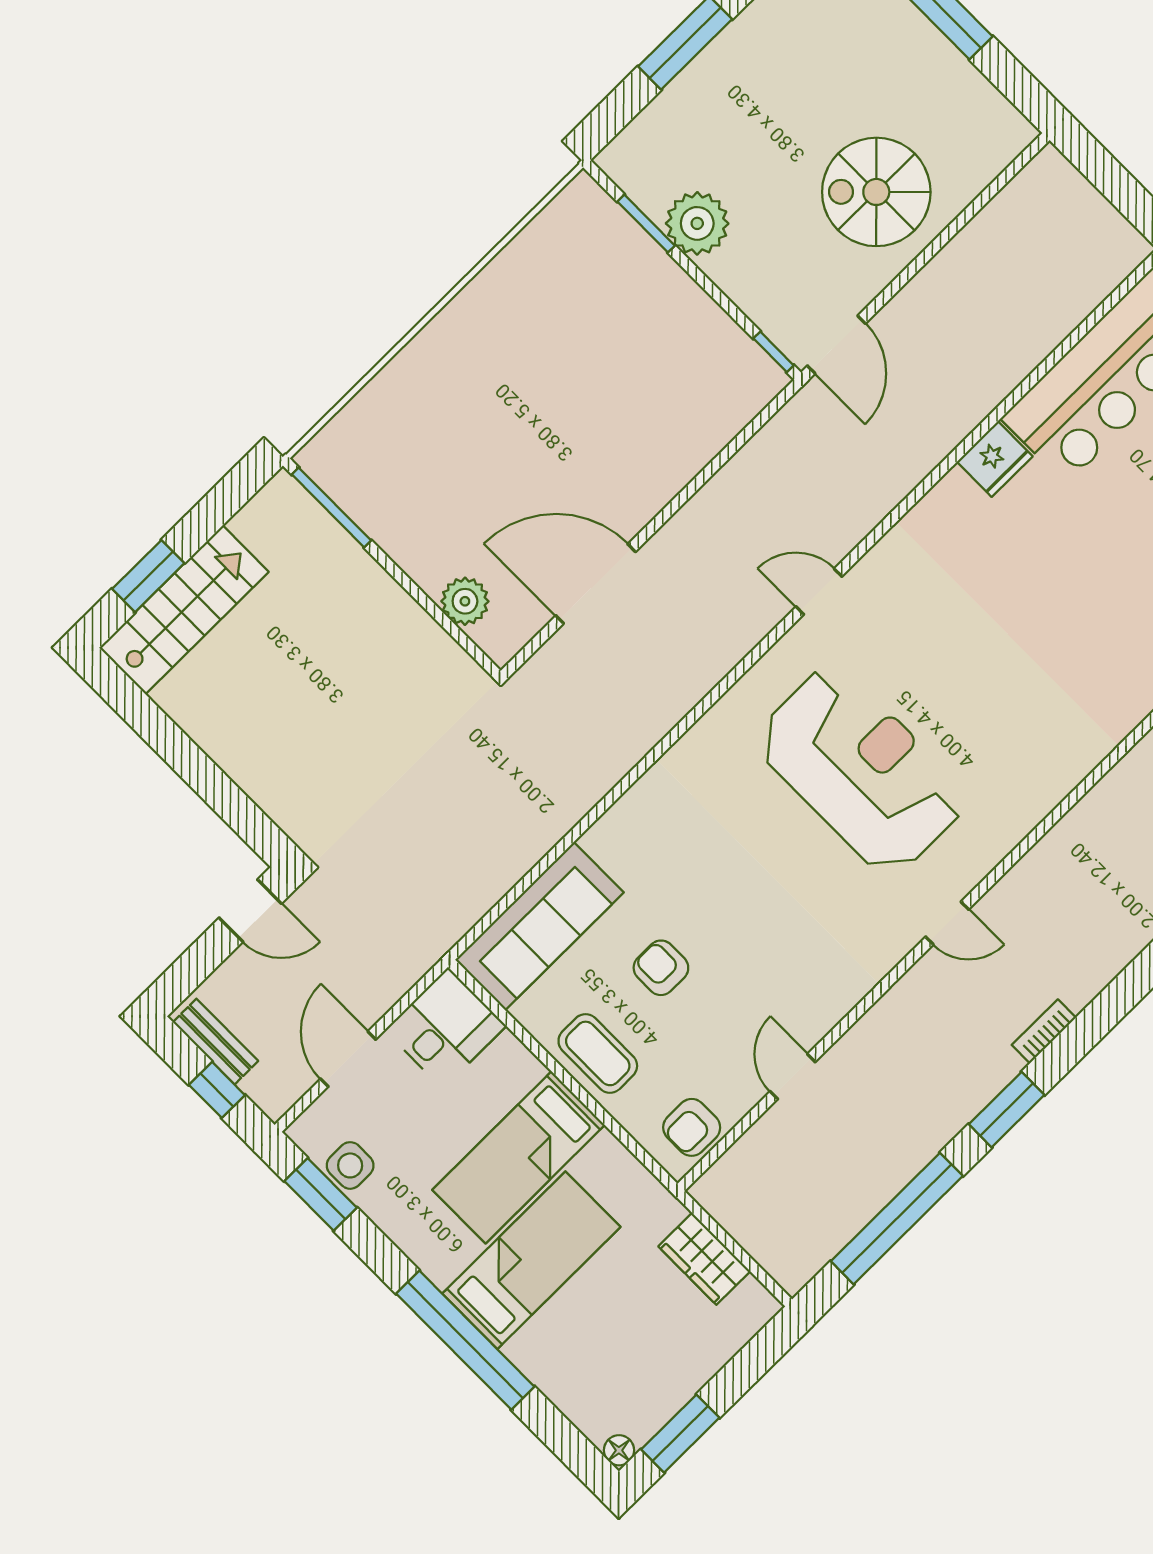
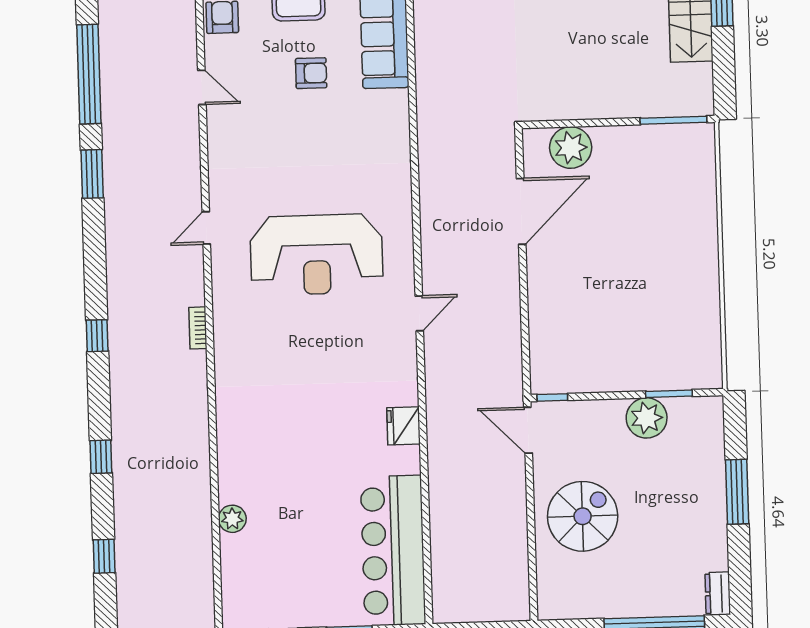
fridge: (995, 459) -> (403, 426), moved
plant: (465, 601) -> (571, 148), width x1.36, depth x1.36
bookcase: (1044, 1031) -> (198, 328), moved, turned 180

